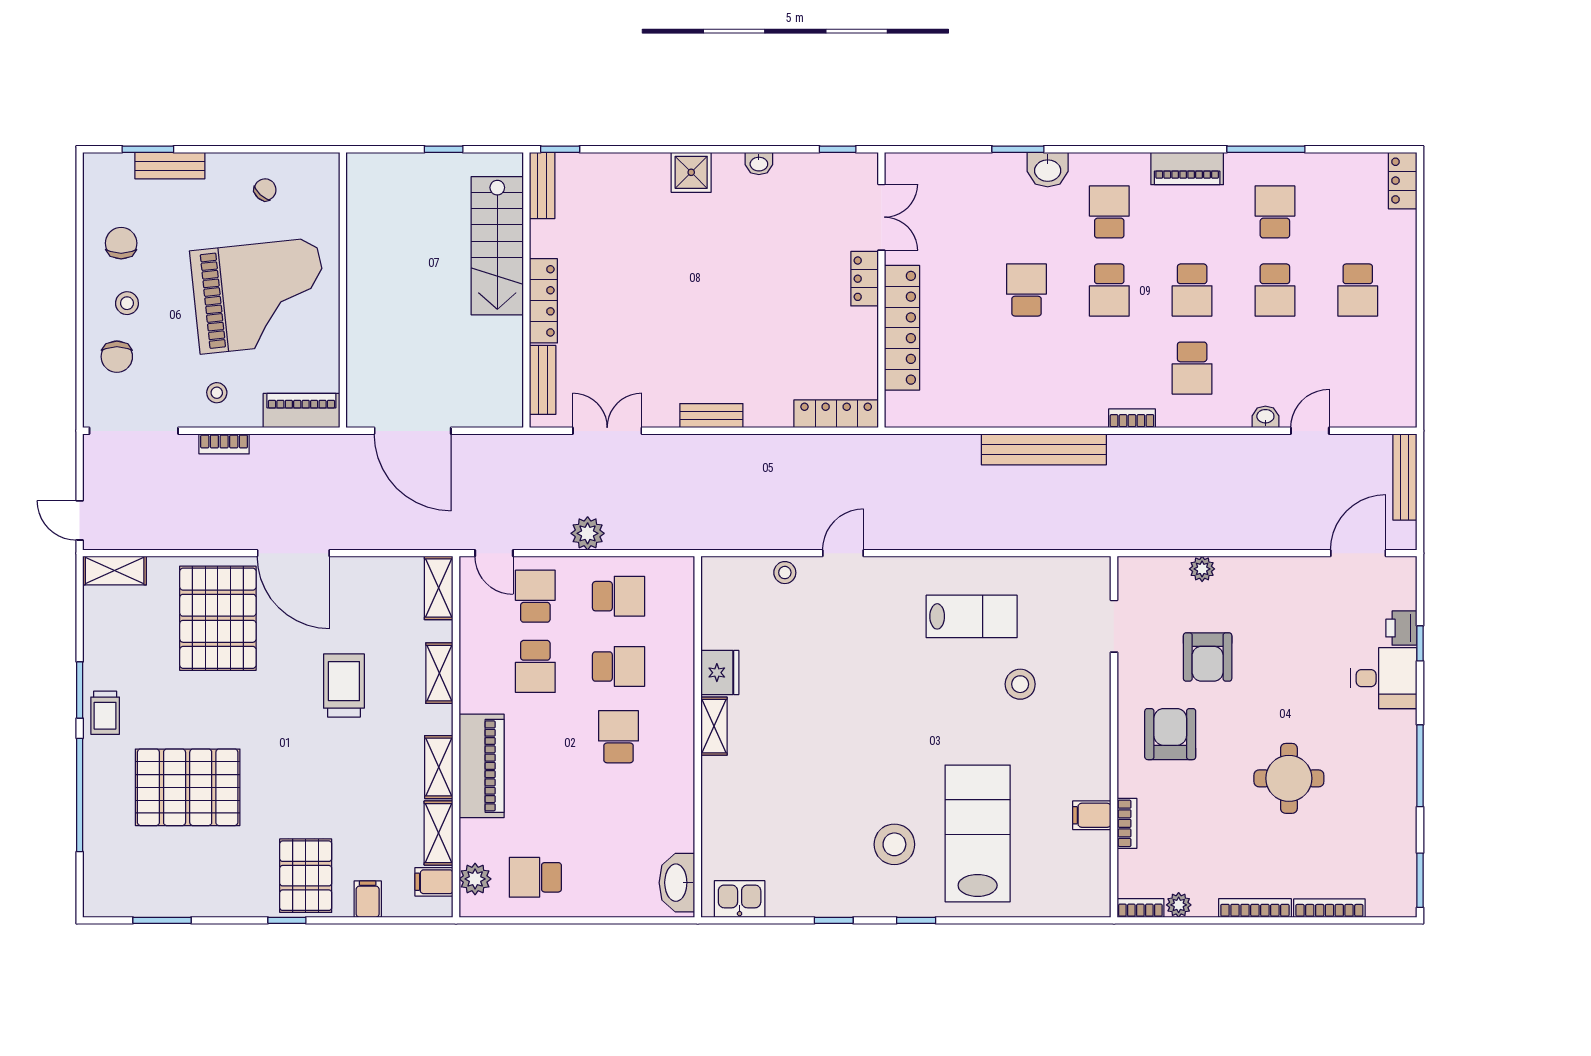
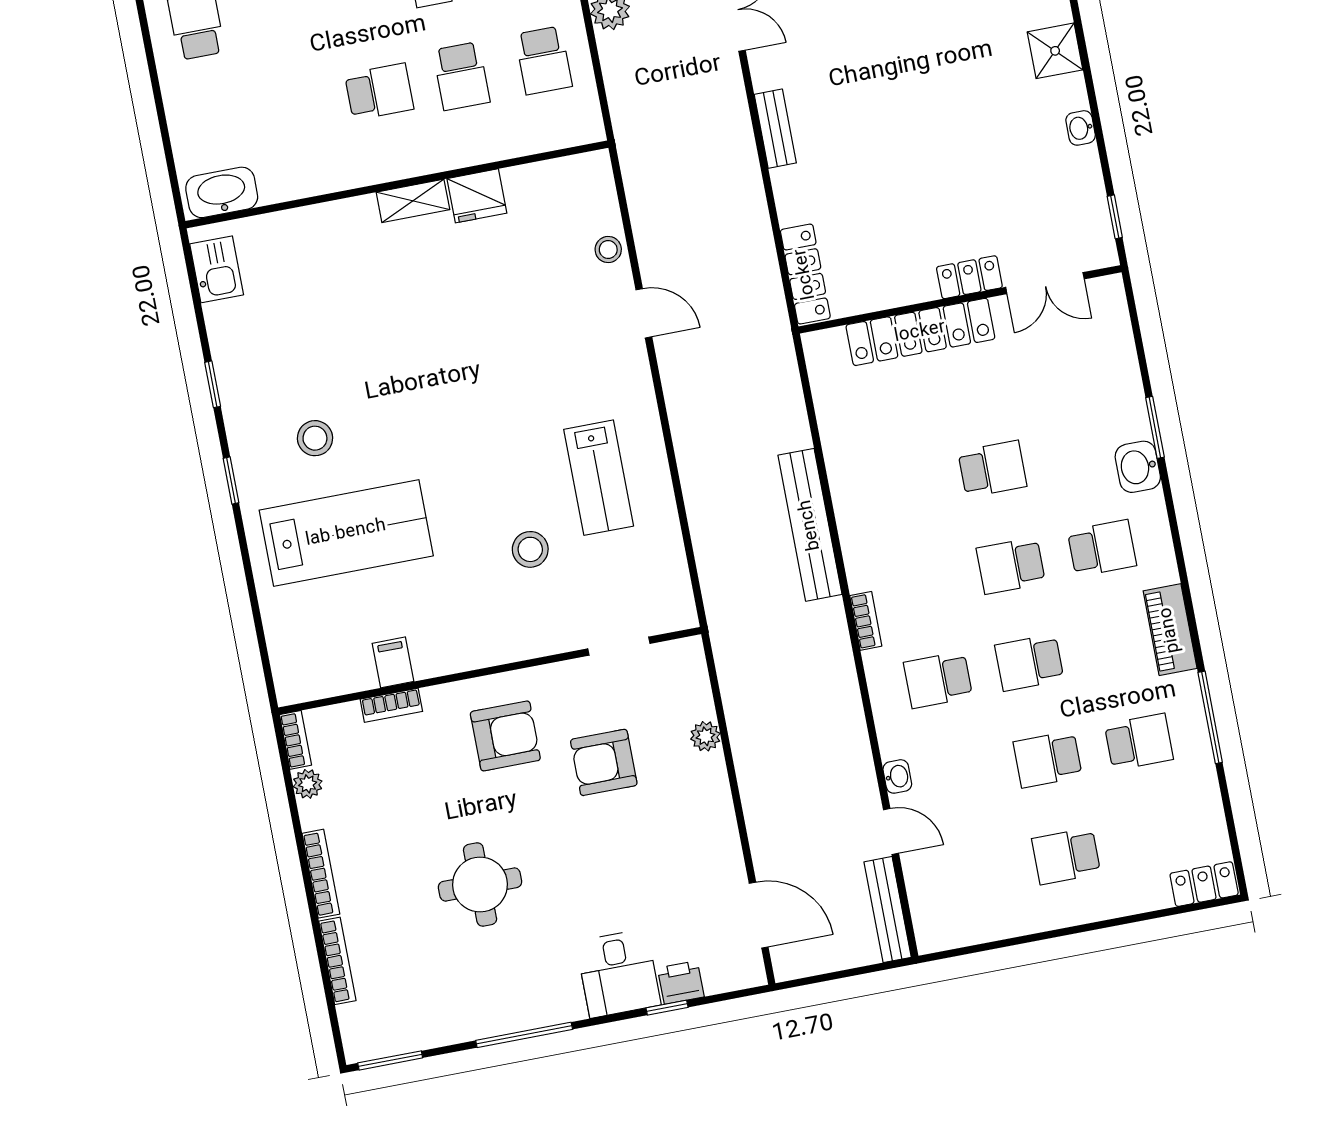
bench: (1405, 477) -> (888, 910), moved, turned 90
stool: (894, 844) -> (315, 438), width x0.73, depth x0.73

